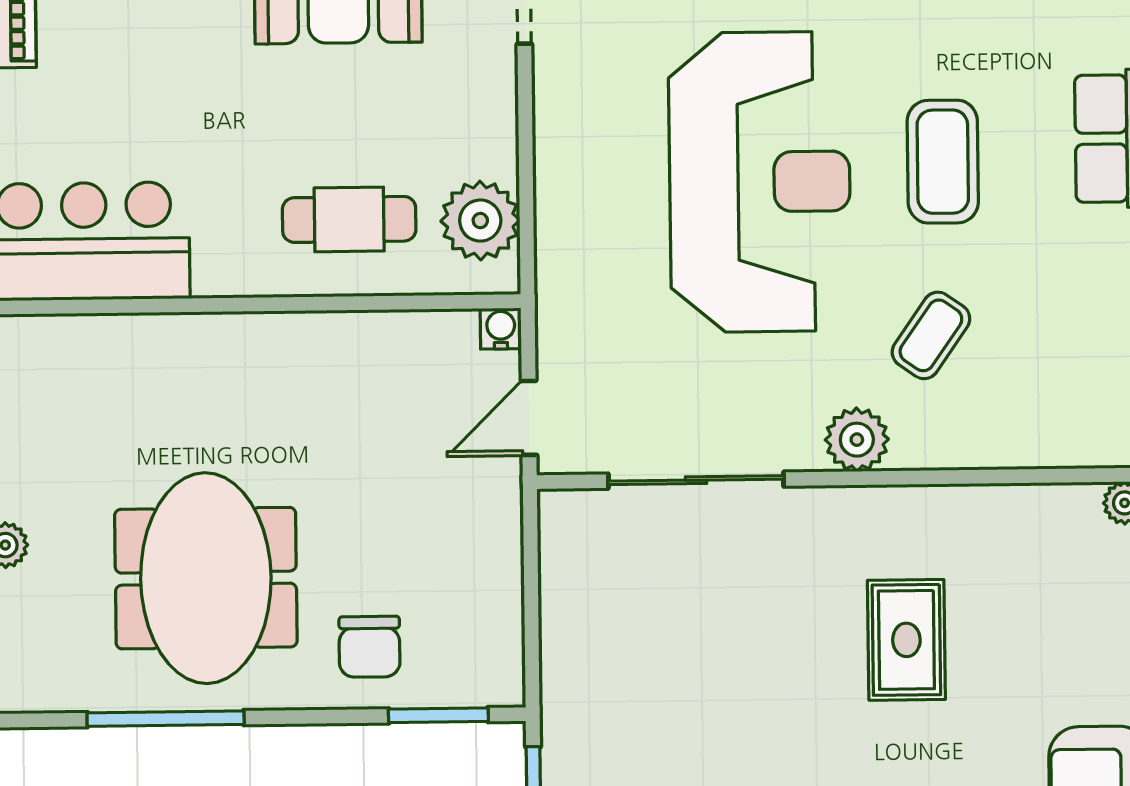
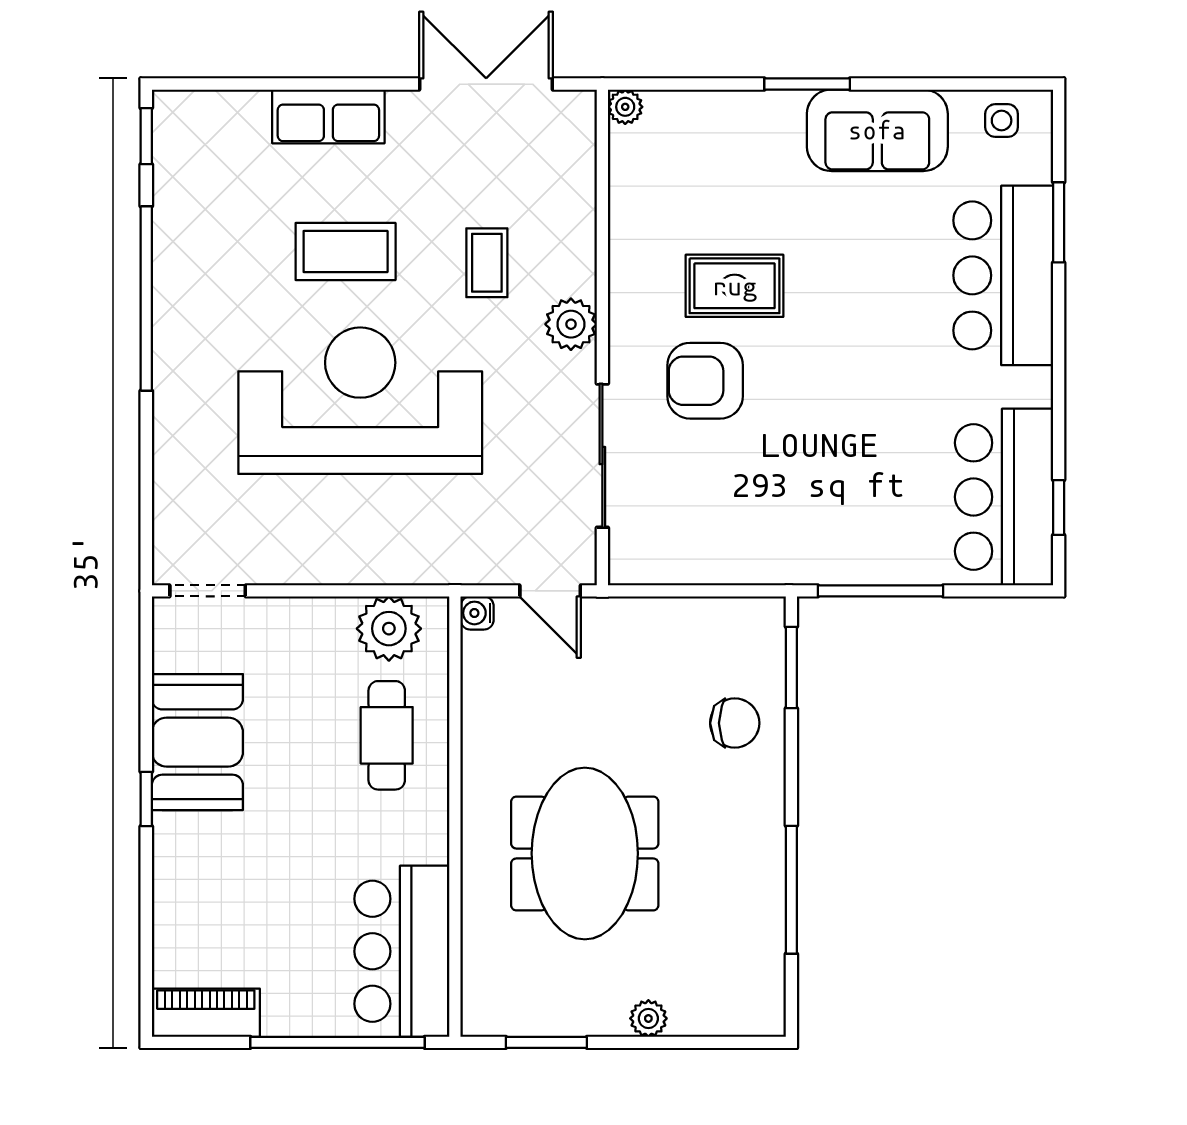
coffee table: (931, 335) -> (487, 263), turned 55
meeting table: (206, 578) -> (585, 853), moved, turned 90
armchair: (789, 605) -> (705, 381), added

